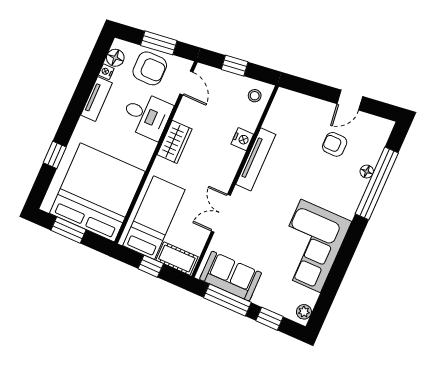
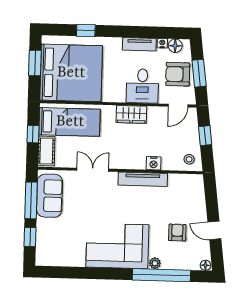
armchair: (150, 68) -> (178, 74), turned 90
floor lamp: (367, 172) -> (205, 265), moved
corner sofa: (311, 246) -> (117, 246), moved
plant: (304, 312) -> (155, 263), moved

